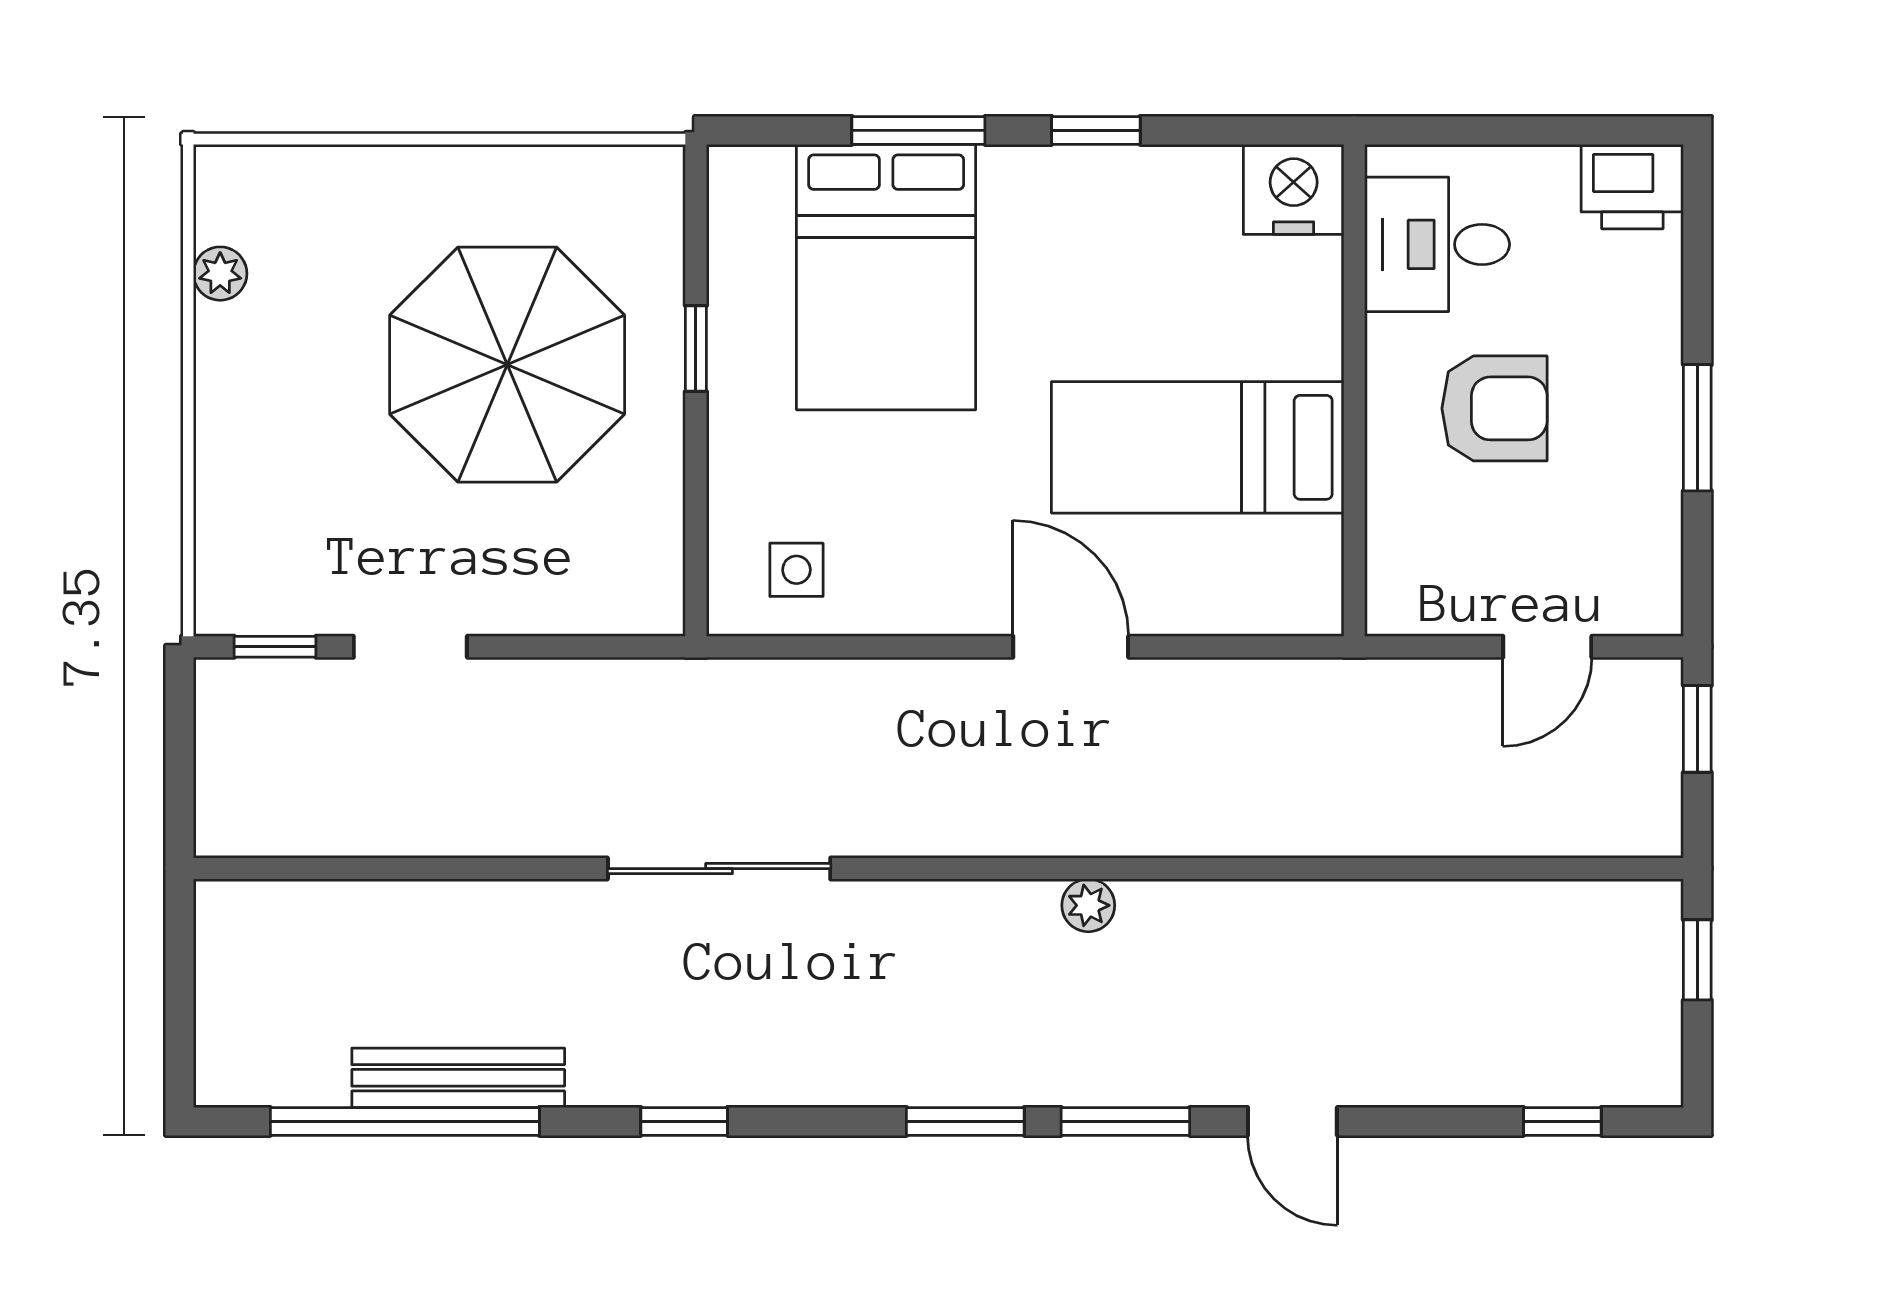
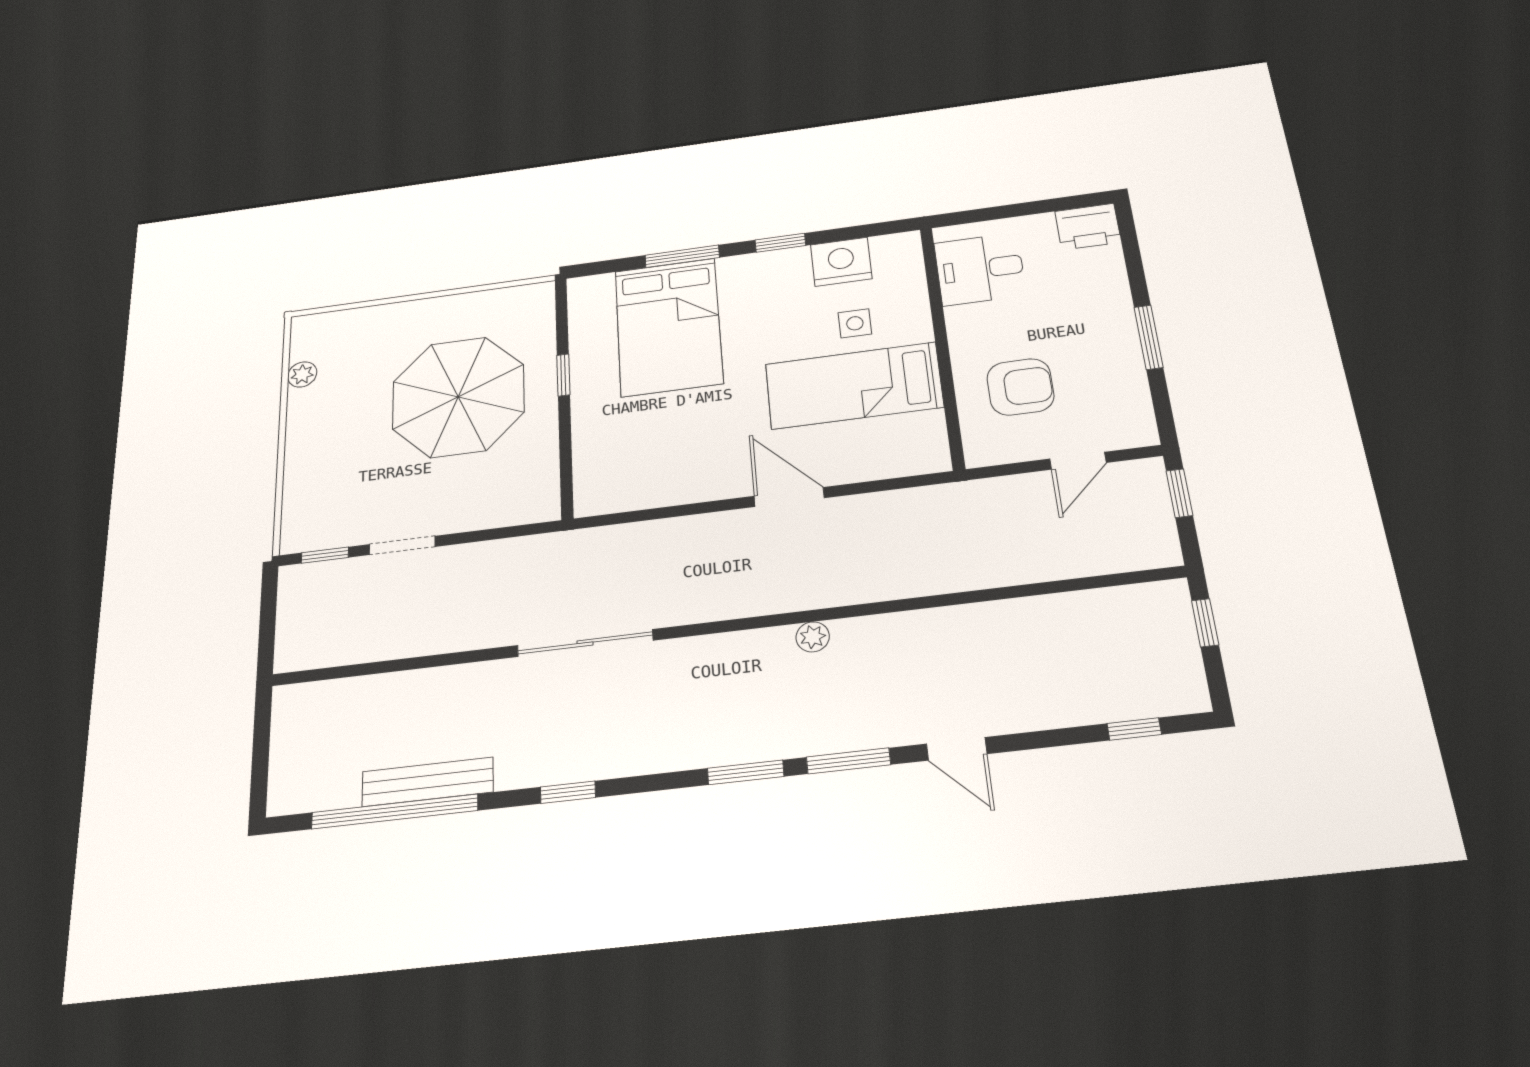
nightstand: (1294, 189) -> (841, 262), moved
armchair: (1494, 408) -> (1020, 387), moved
side table: (796, 570) -> (855, 323), moved

